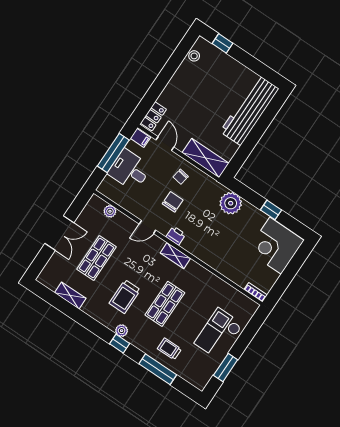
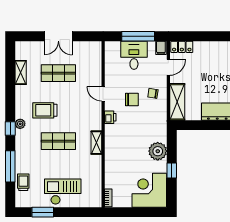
plant: (231, 203) -> (158, 151), moved
plant: (110, 211) -> (97, 61), removed
shelving: (175, 256) -> (96, 143), moved
trolley: (169, 349) -> (23, 182), moved

